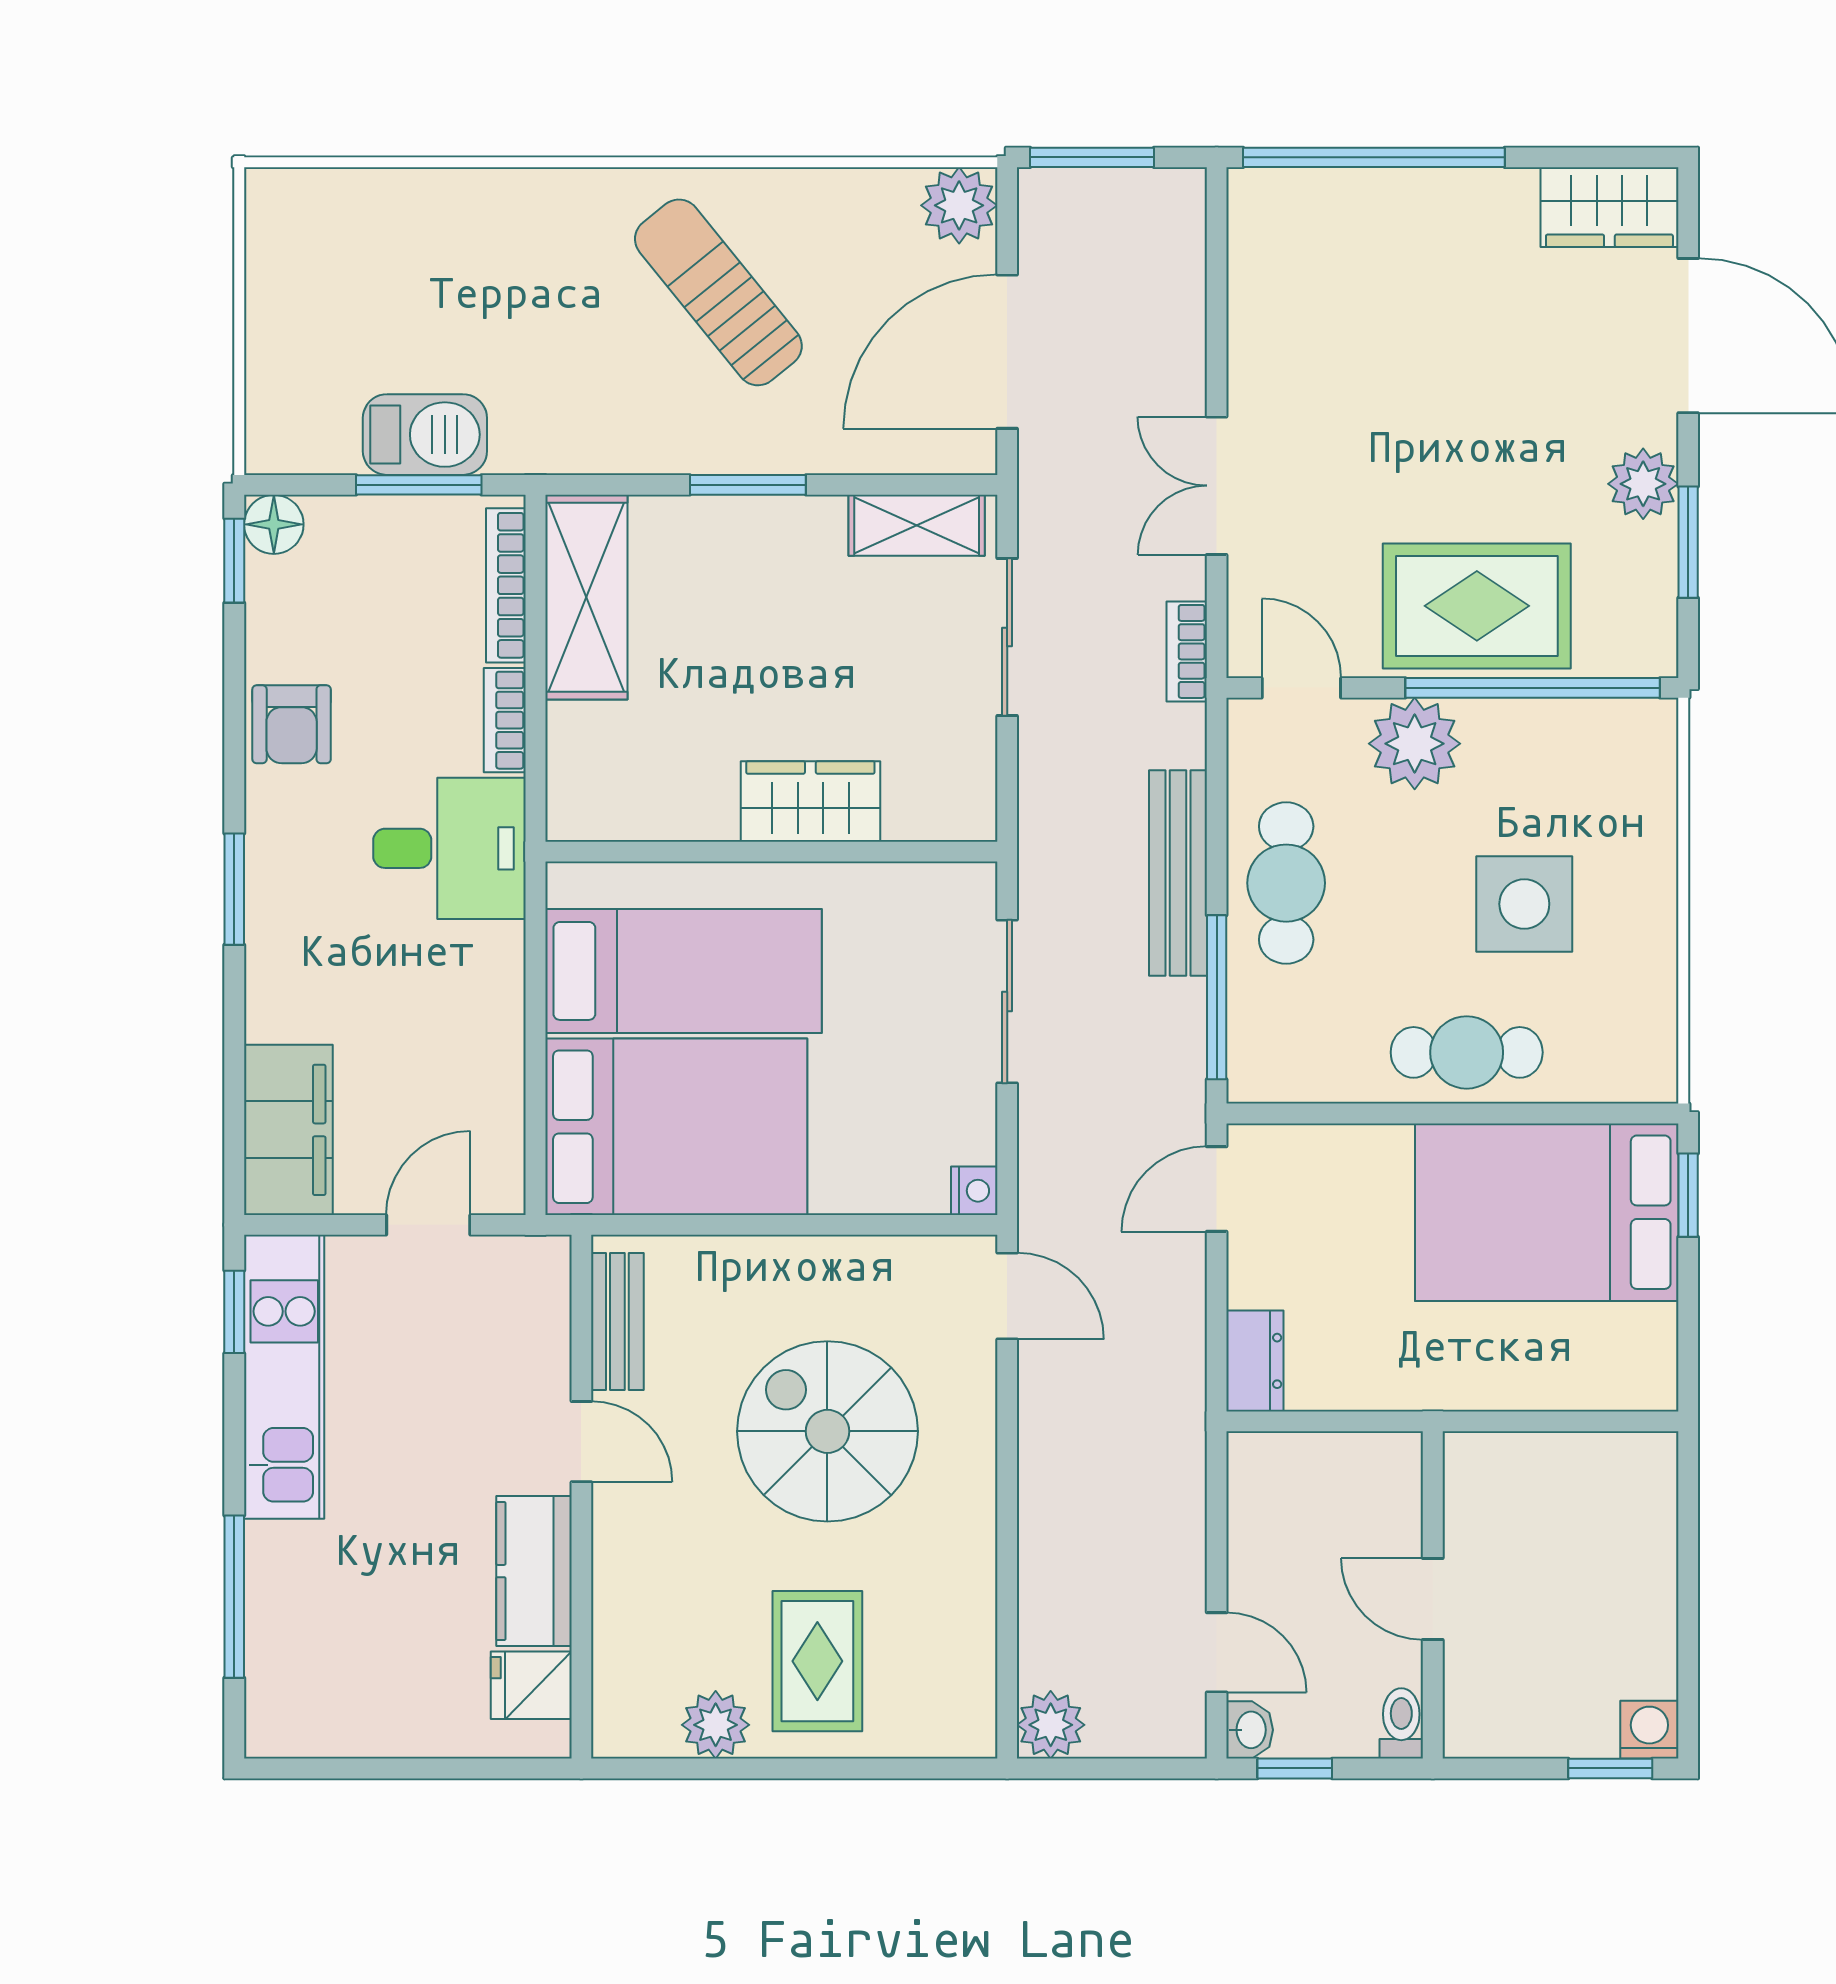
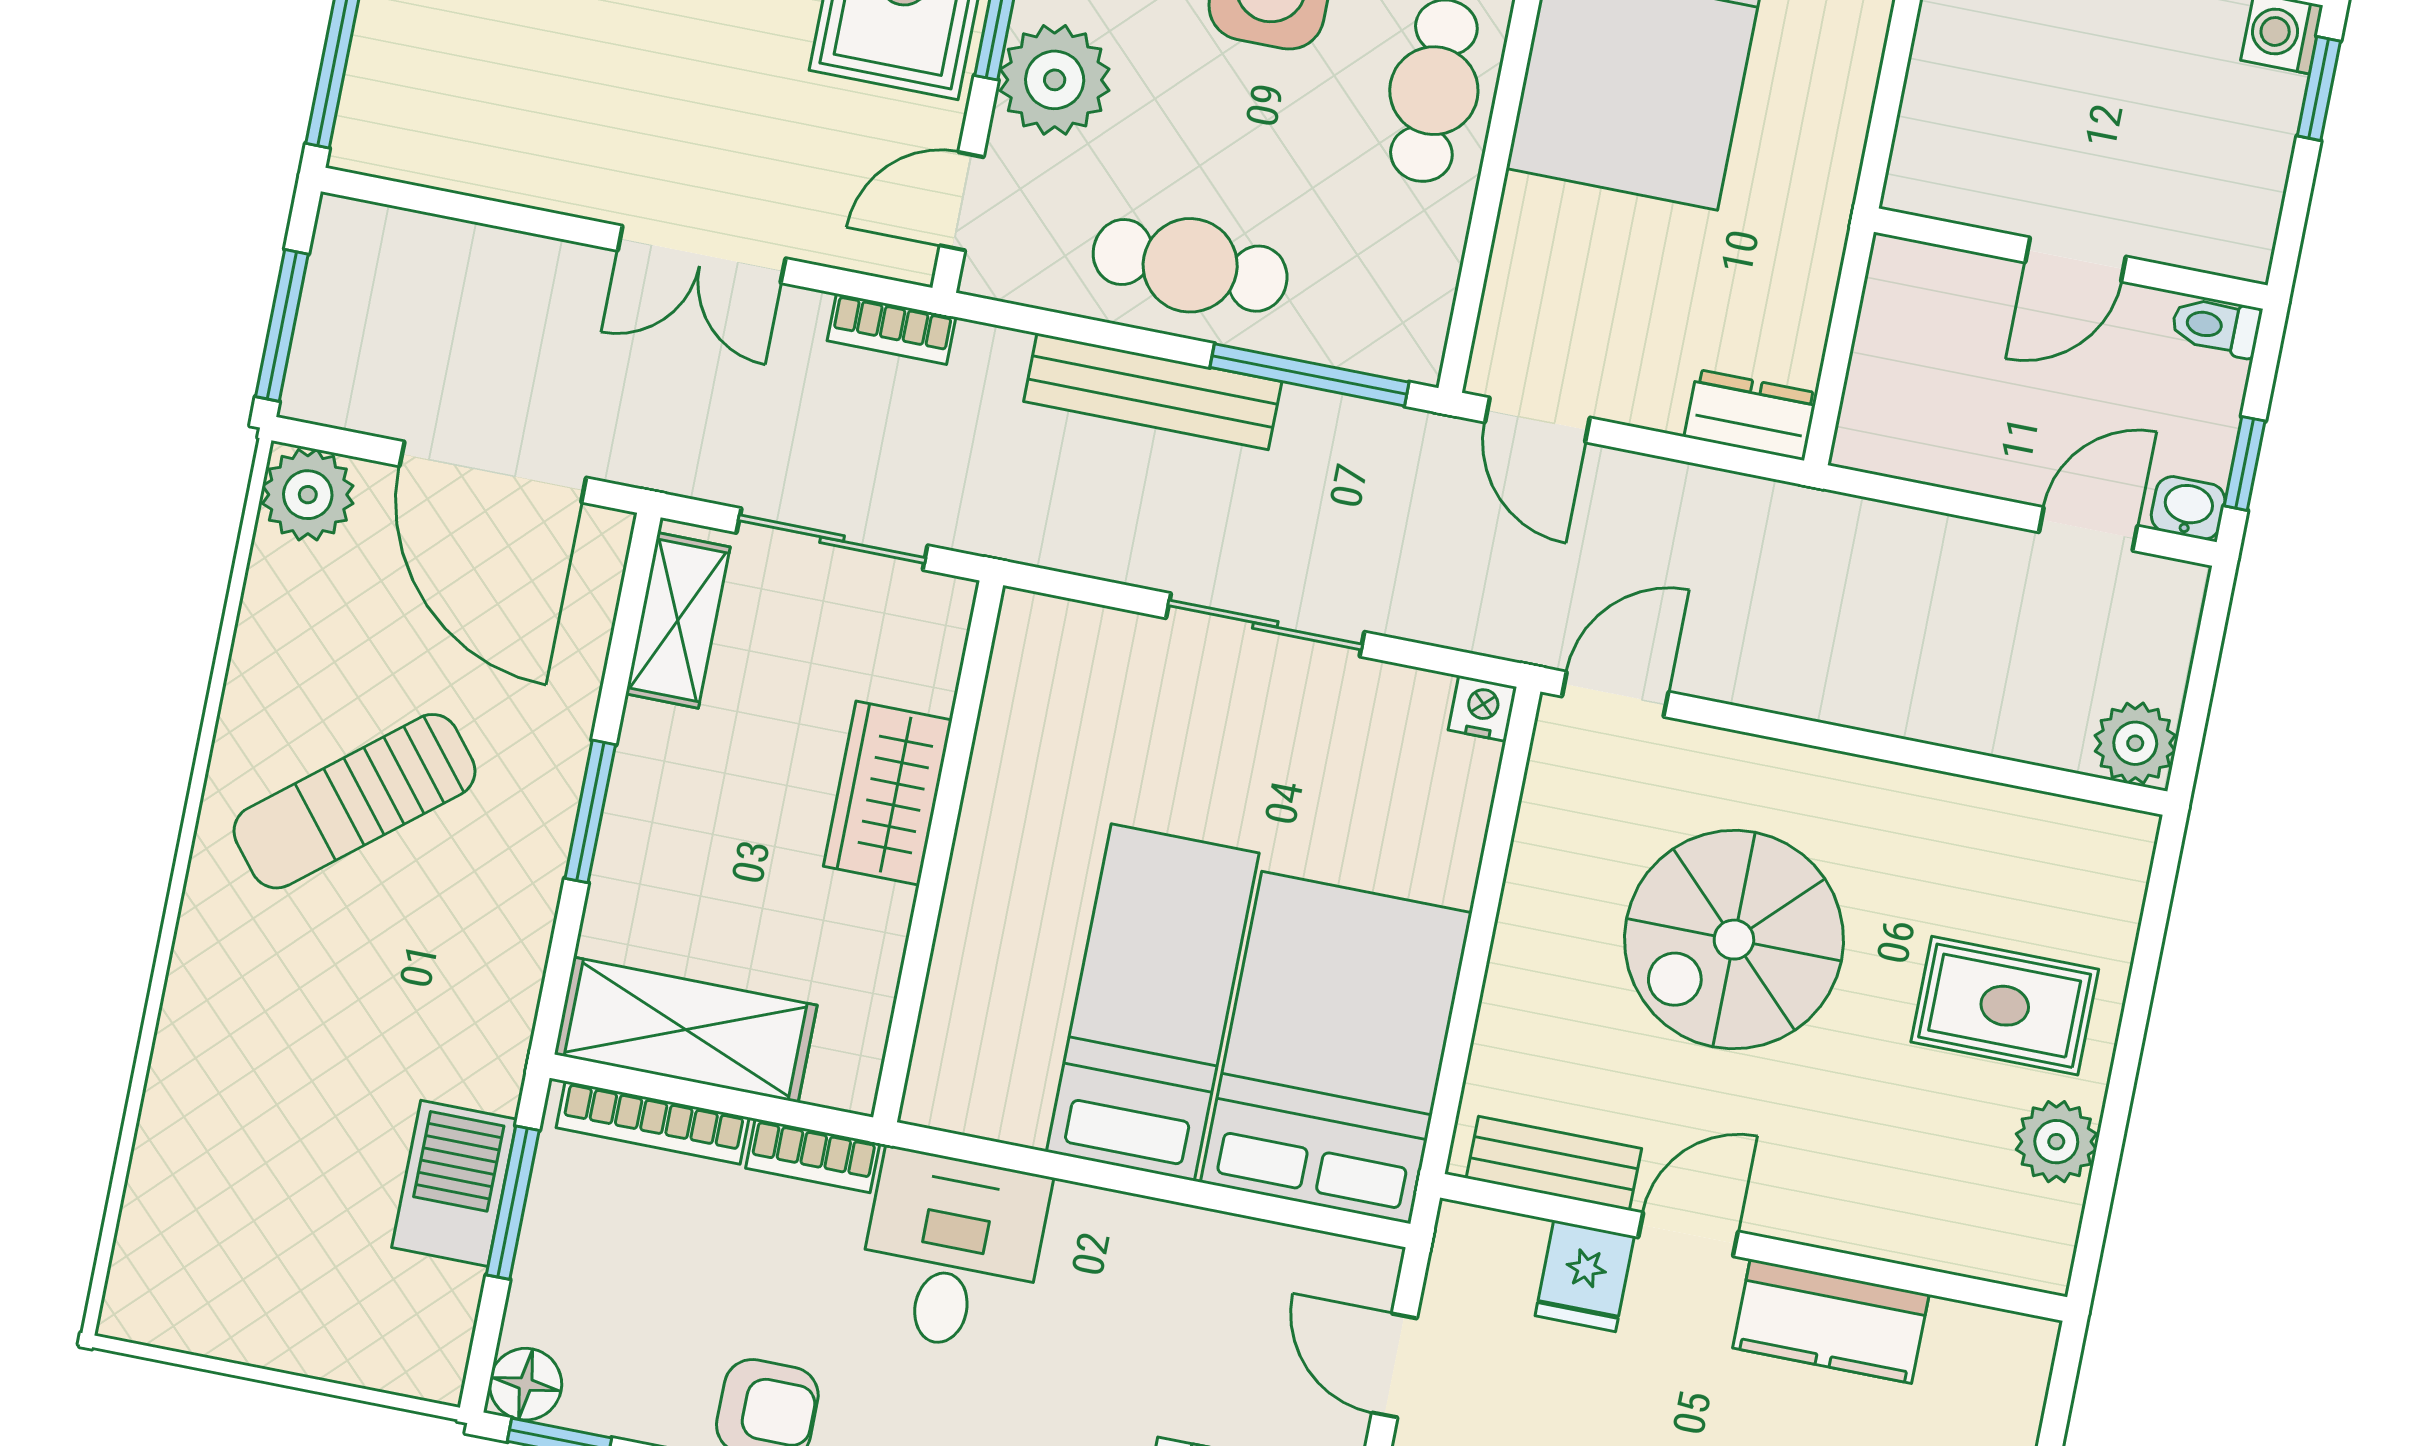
wardrobe: (810, 801) -> (888, 793), moved
wall: (771, 852) -> (938, 851), moved
fridge: (531, 1685) -> (1585, 1276), moved

